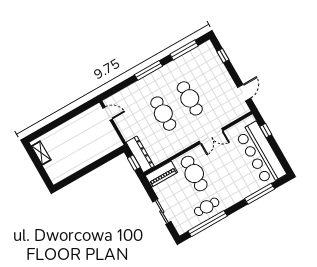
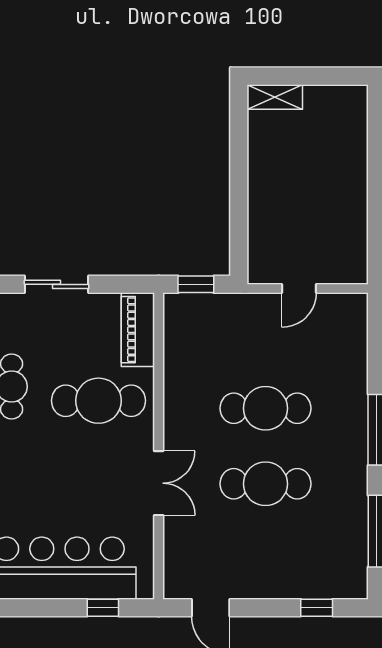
door: (108, 114) -> (299, 289), moved
double door: (211, 136) -> (159, 483), swing flipped
shelving: (41, 153) -> (275, 97), moved
dresser: (140, 154) -> (206, 308), removed

